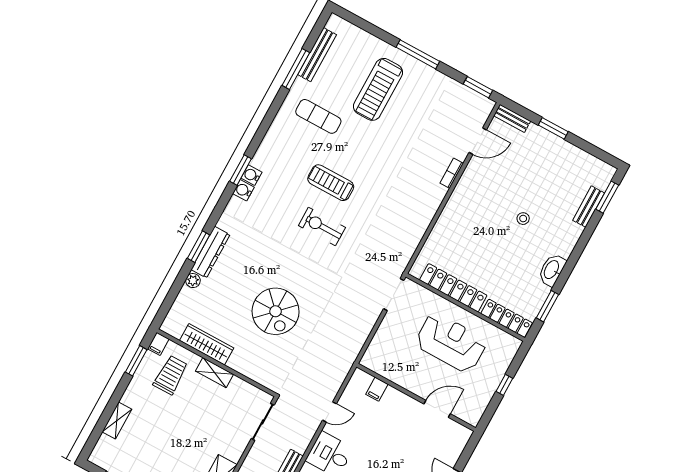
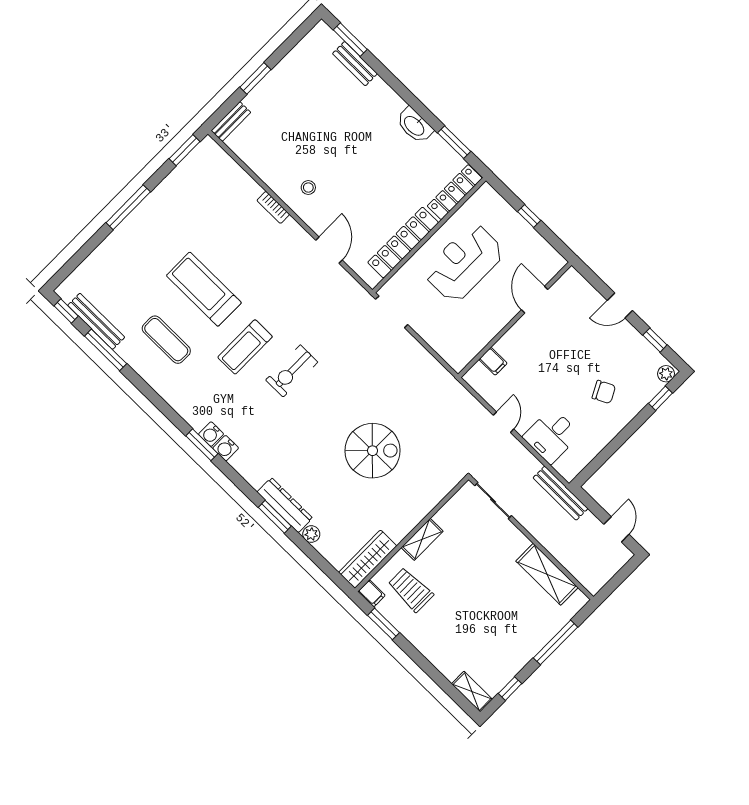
window: (318, 28) -> (66, 311), added
treadmill: (378, 89) -> (204, 289), moved, turned 180
exercise mat: (318, 116) -> (166, 340), turned 90
door: (478, 141) -> (329, 250), moved
stool: (523, 219) -> (308, 188), moved
wardrobe: (207, 344) -> (368, 559), moved
shelving: (117, 421) -> (472, 692), moved

